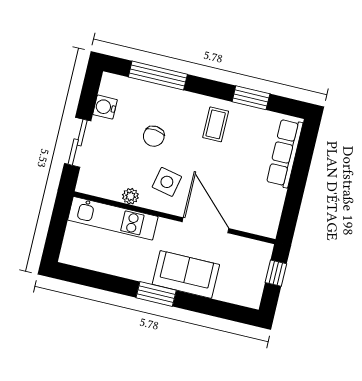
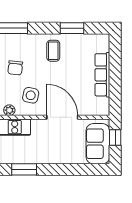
row of seats: (285, 153) -> (102, 75), moved
sofa: (186, 274) -> (98, 144), moved, turned -90
window: (156, 294) -> (24, 169), moved

